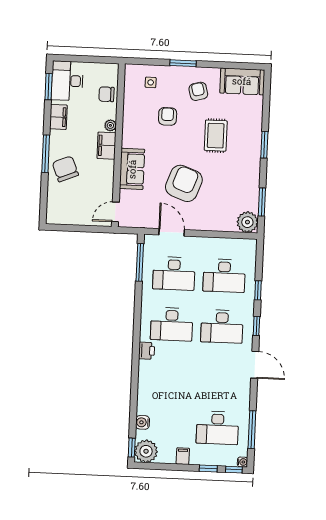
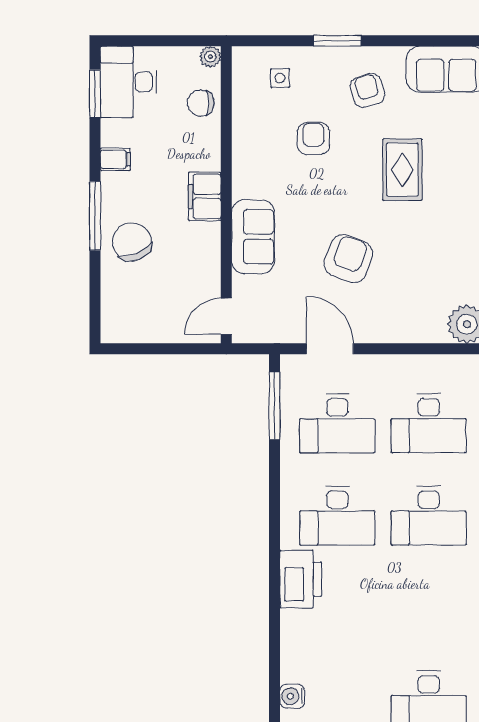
filing cabinet: (58, 117) -> (115, 159), width x0.50
plant: (110, 125) -> (210, 57), moved
armchair: (184, 183) -> (348, 259), width x0.73, depth x0.73
printer: (147, 351) -> (301, 579), width x1.87, depth x1.48

